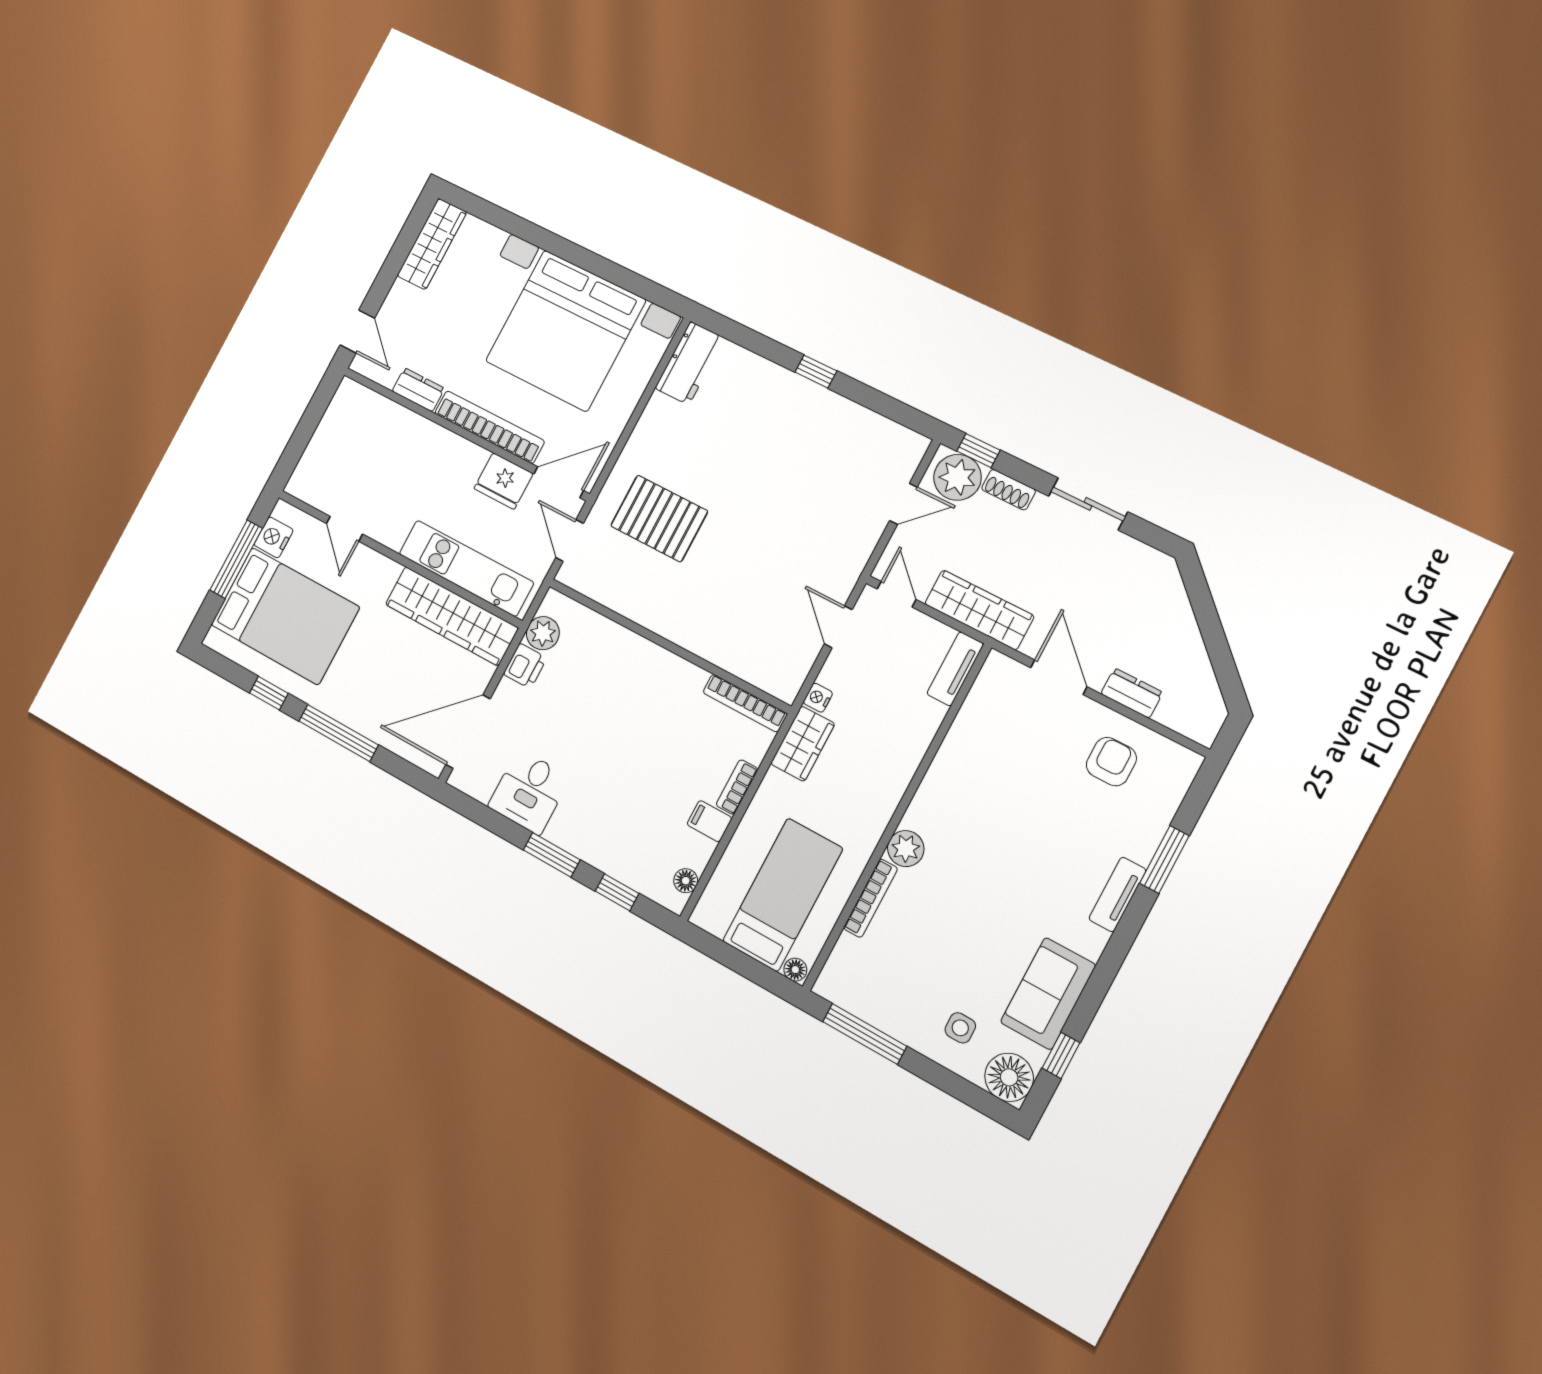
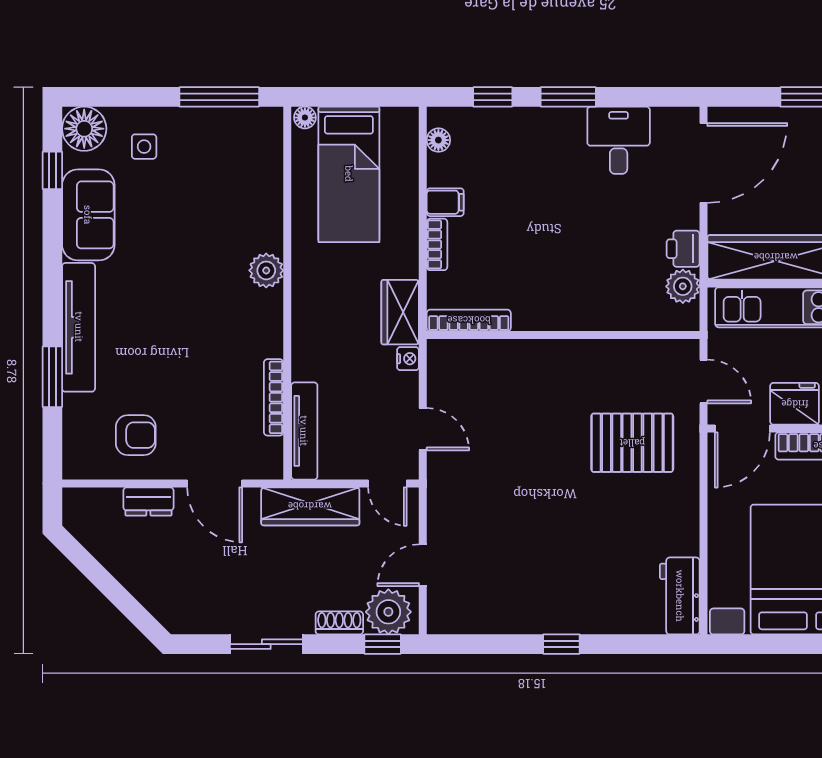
tv unit: (955, 669) -> (304, 431), width x1.41
armchair: (1111, 762) -> (136, 435), turned -90
tv unit: (1117, 894) -> (79, 327), width x1.92, depth x1.29
bookcase: (871, 898) -> (274, 397), moved

